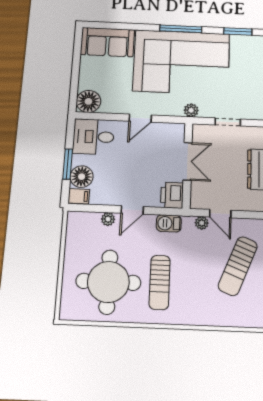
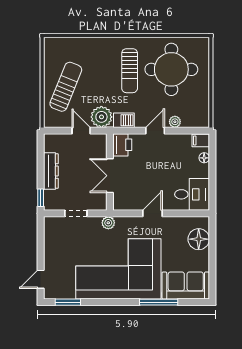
window: (181, 29) -> (159, 302), moved
floor lamp: (88, 101) -> (199, 239), moved
window: (68, 164) -> (212, 168), removed
floor lamp: (82, 177) -> (204, 158), width x0.53, depth x0.53
plant: (202, 223) -> (101, 117), width x1.88, depth x1.88
sun lounger: (160, 282) -> (130, 71), turned 180

